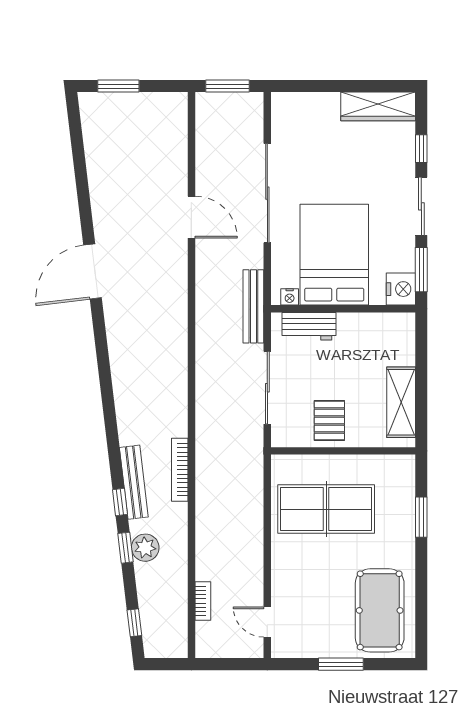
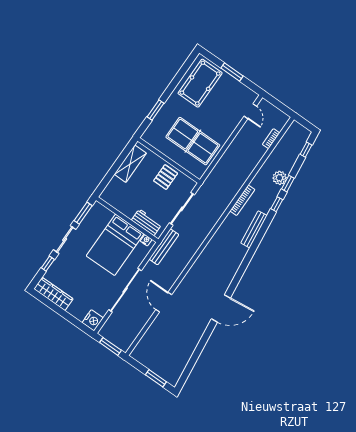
nightstand: (401, 289) -> (93, 320), moved, turned 180
bench: (134, 482) -> (254, 229), moved

